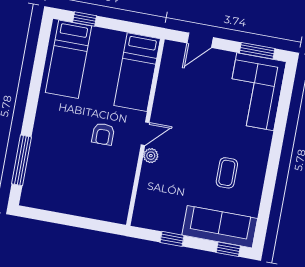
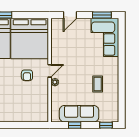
bed: (137, 72) -> (30, 38), width x2.04
sofa: (220, 227) -> (79, 114), moved

